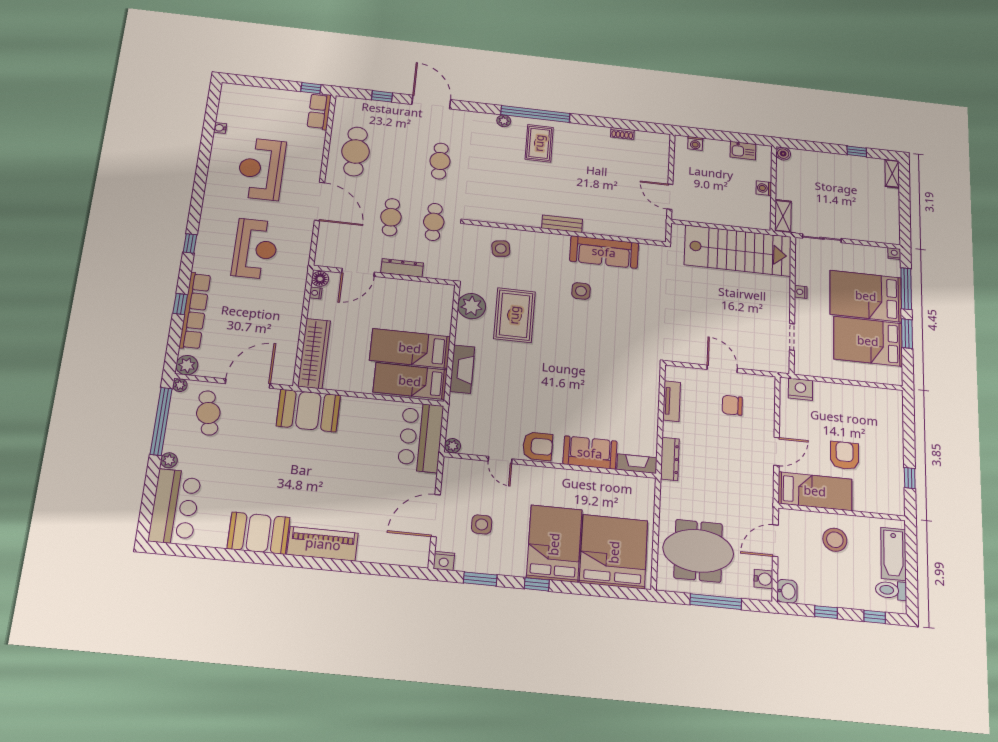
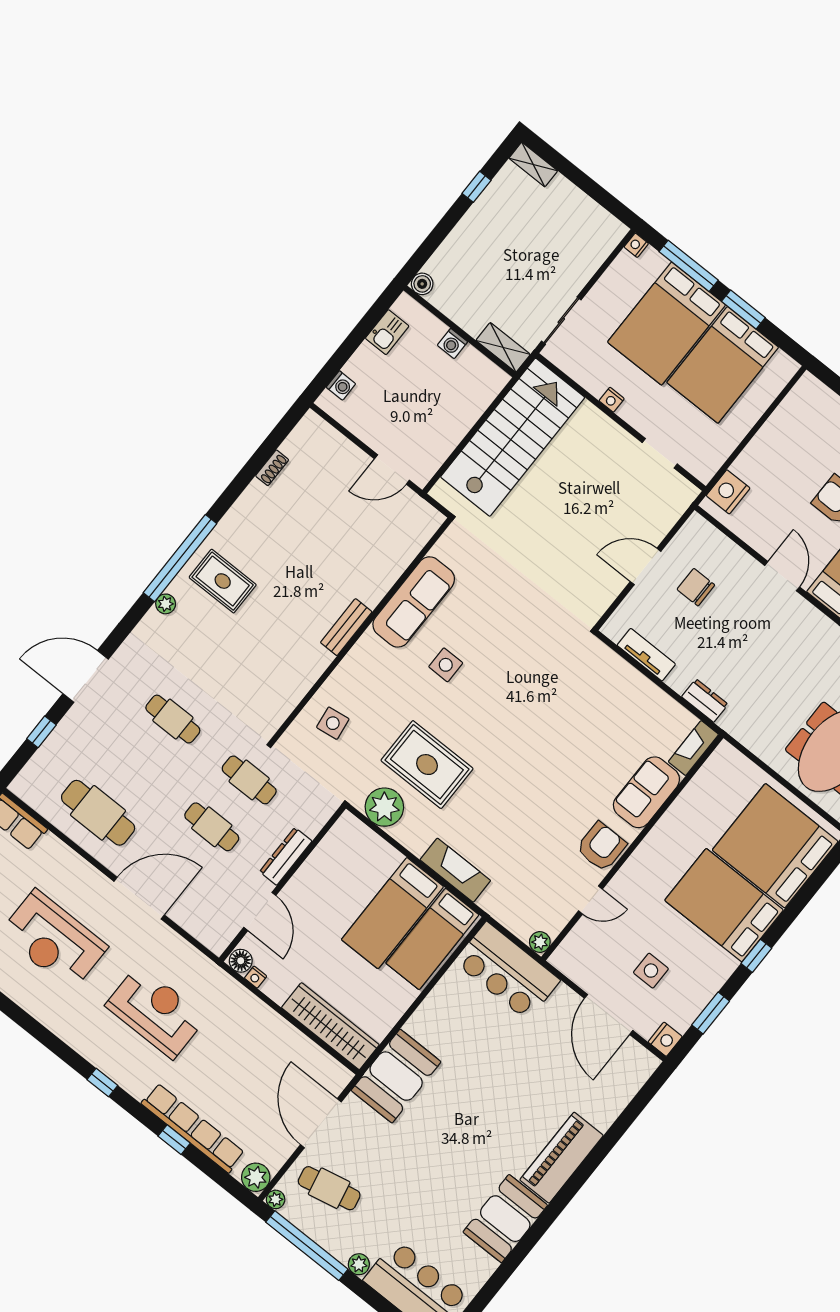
chair: (732, 405) -> (696, 587), turned 90
dresser: (670, 459) -> (705, 701), width x0.70

